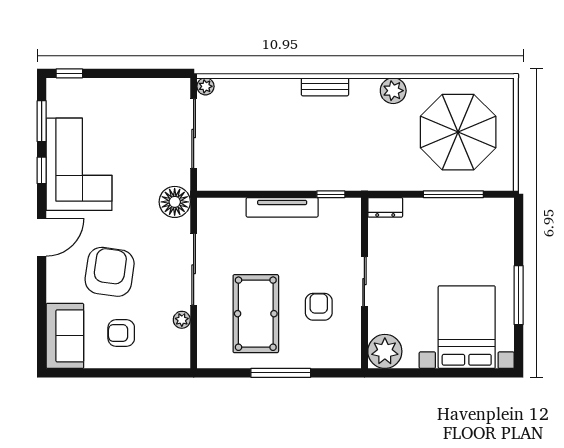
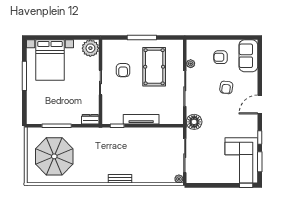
plant: (393, 91) -> (86, 177), removed
corner sofa: (79, 164) -> (241, 160), moved
armchair: (110, 272) -> (226, 87), width x0.53, depth x0.53
armchair: (121, 333) -> (221, 57), turned 180

